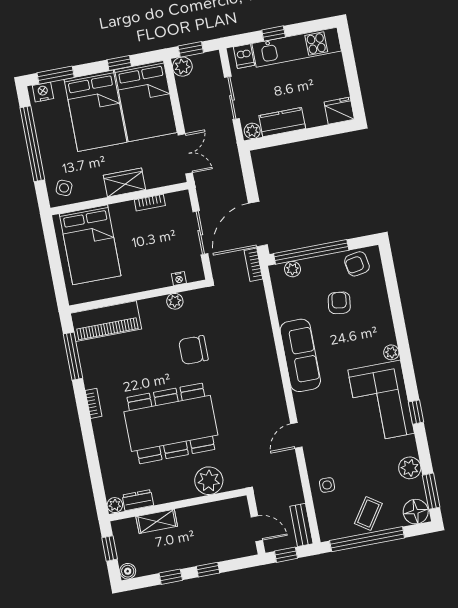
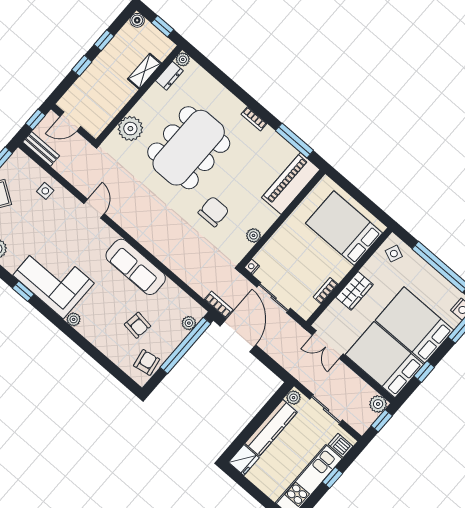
kitchen counter: (282, 122) -> (271, 428), width x1.50
nightstand: (179, 279) -> (252, 267), moved

